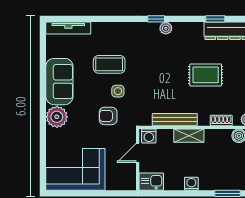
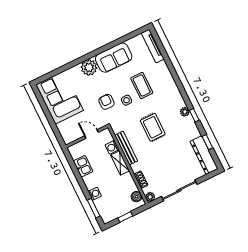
window: (156, 19) -> (194, 115), moved
rug: (206, 75) -> (153, 127), moved
washing machine: (149, 136) -> (112, 147), moved
kitchen sink: (151, 182) -> (83, 166), moved
washing machine: (191, 184) -> (95, 194), moved

